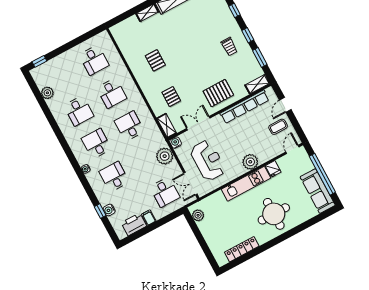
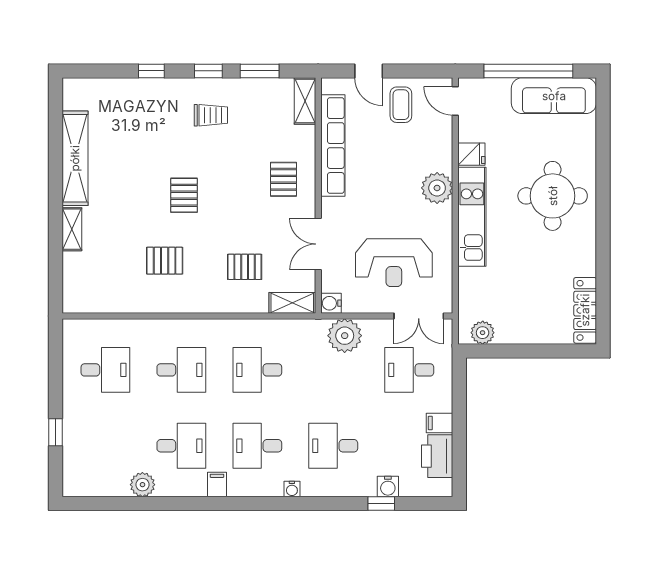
pallet: (188, 54) -> (184, 195), added
window: (39, 61) -> (55, 432), moved
plant: (47, 93) -> (142, 485), moved
pallet: (218, 93) -> (283, 179), width x0.67, depth x0.71
filing cabinet: (70, 135) -> (217, 484), added
reception desk: (208, 160) -> (394, 263), turned 180
desk: (165, 192) -> (409, 370), turned 180
locker: (242, 249) -> (585, 310), moved

